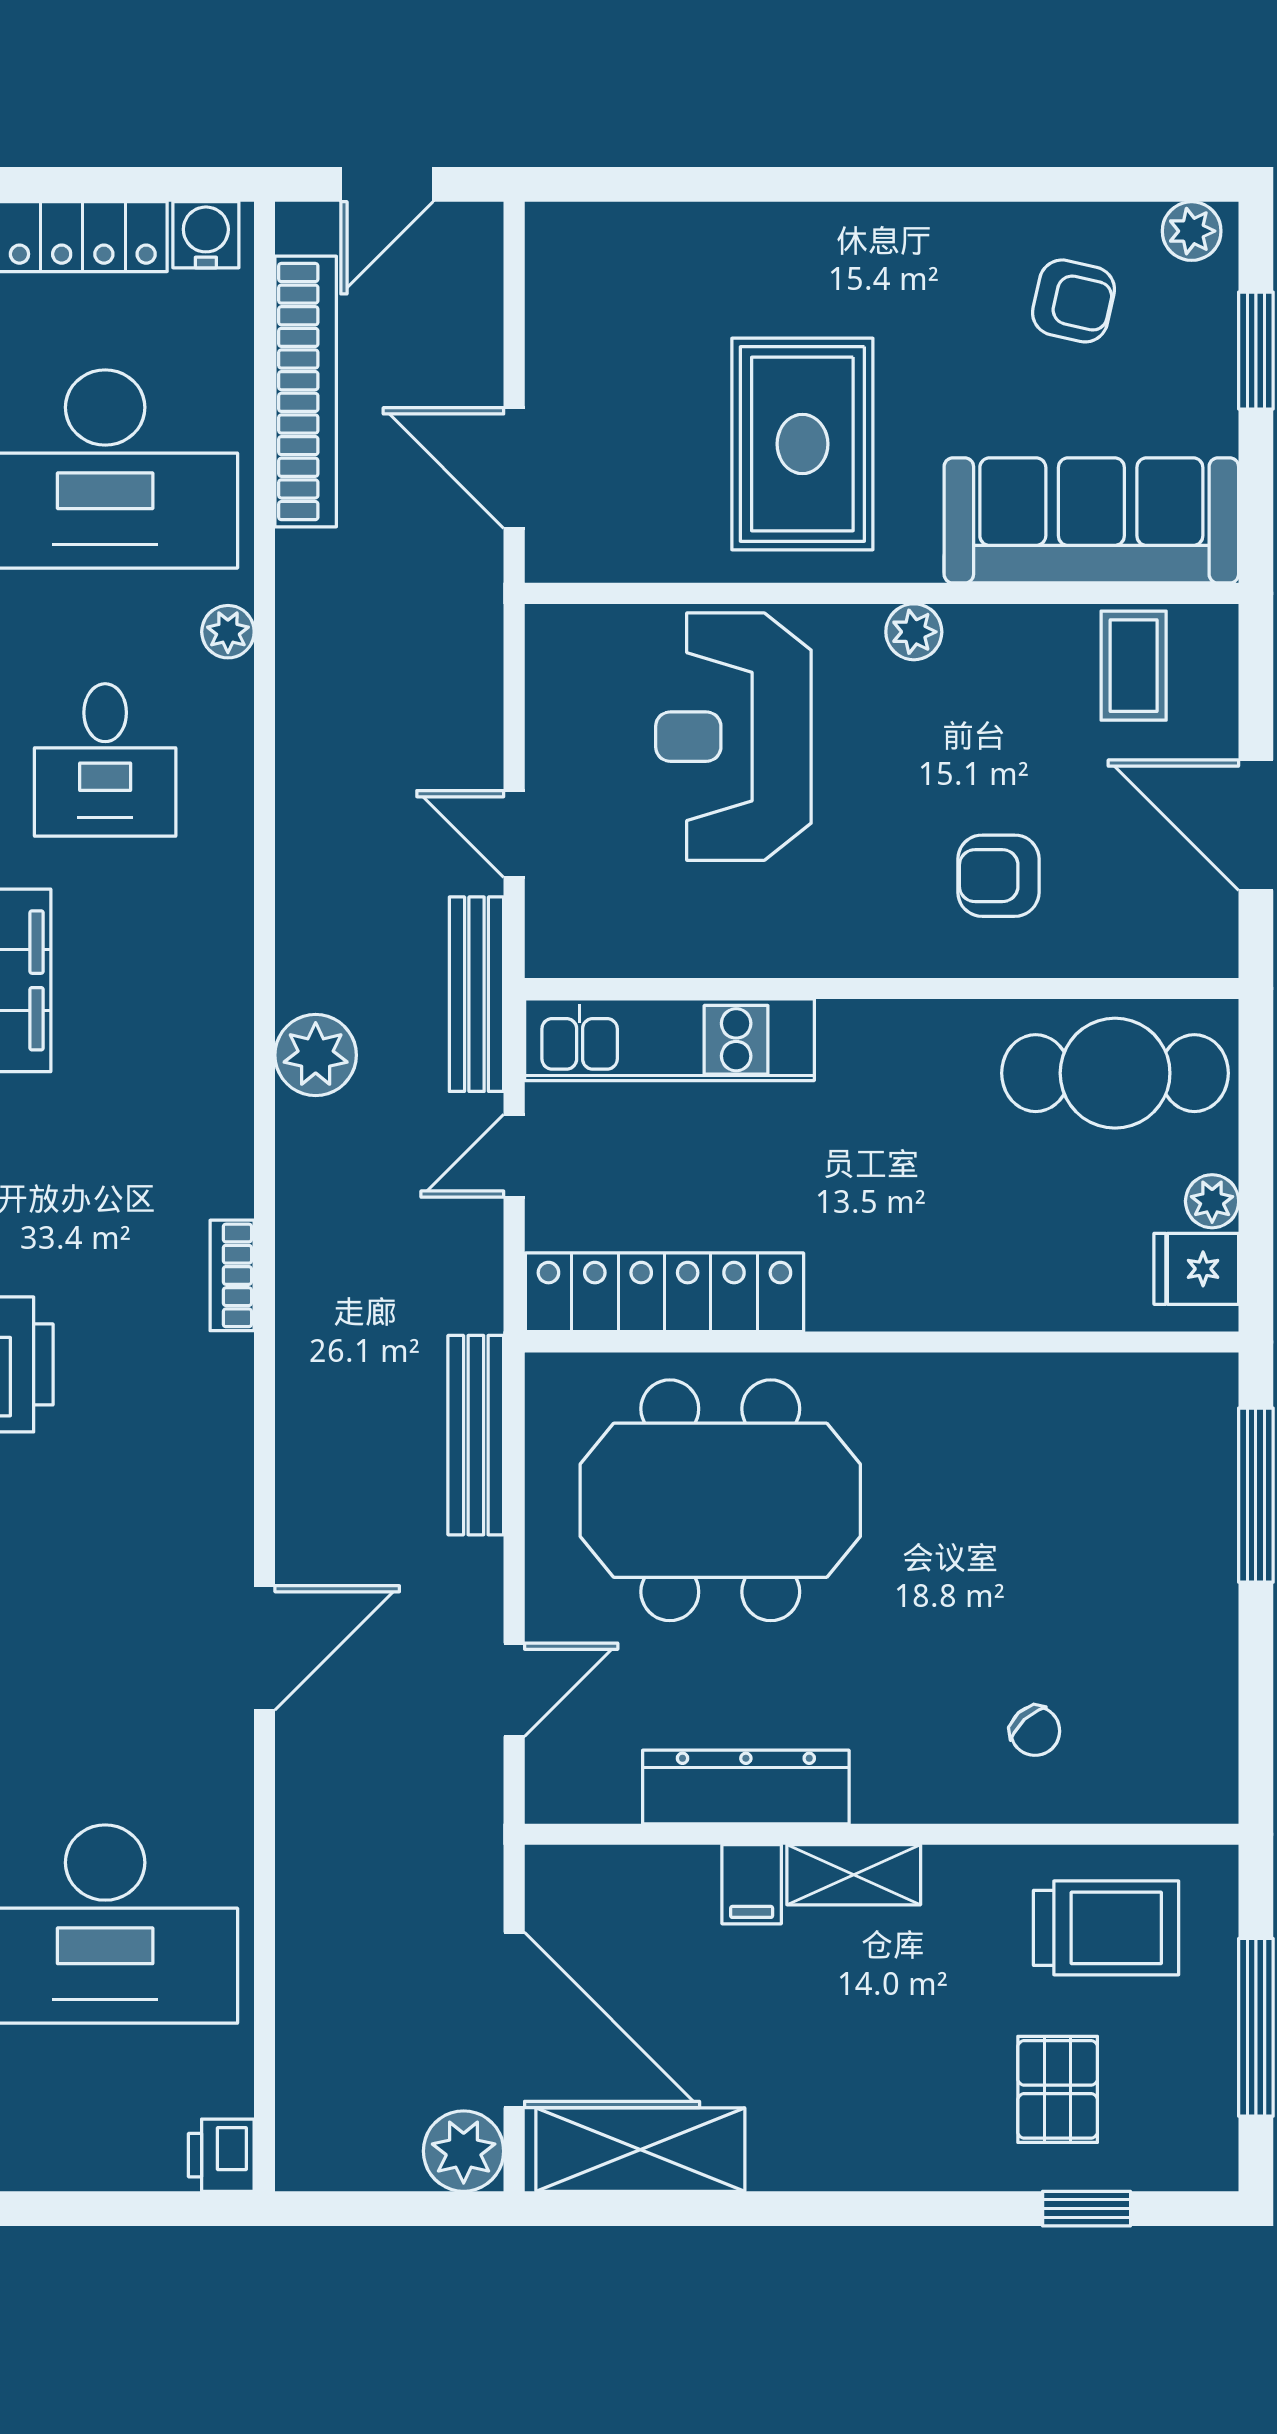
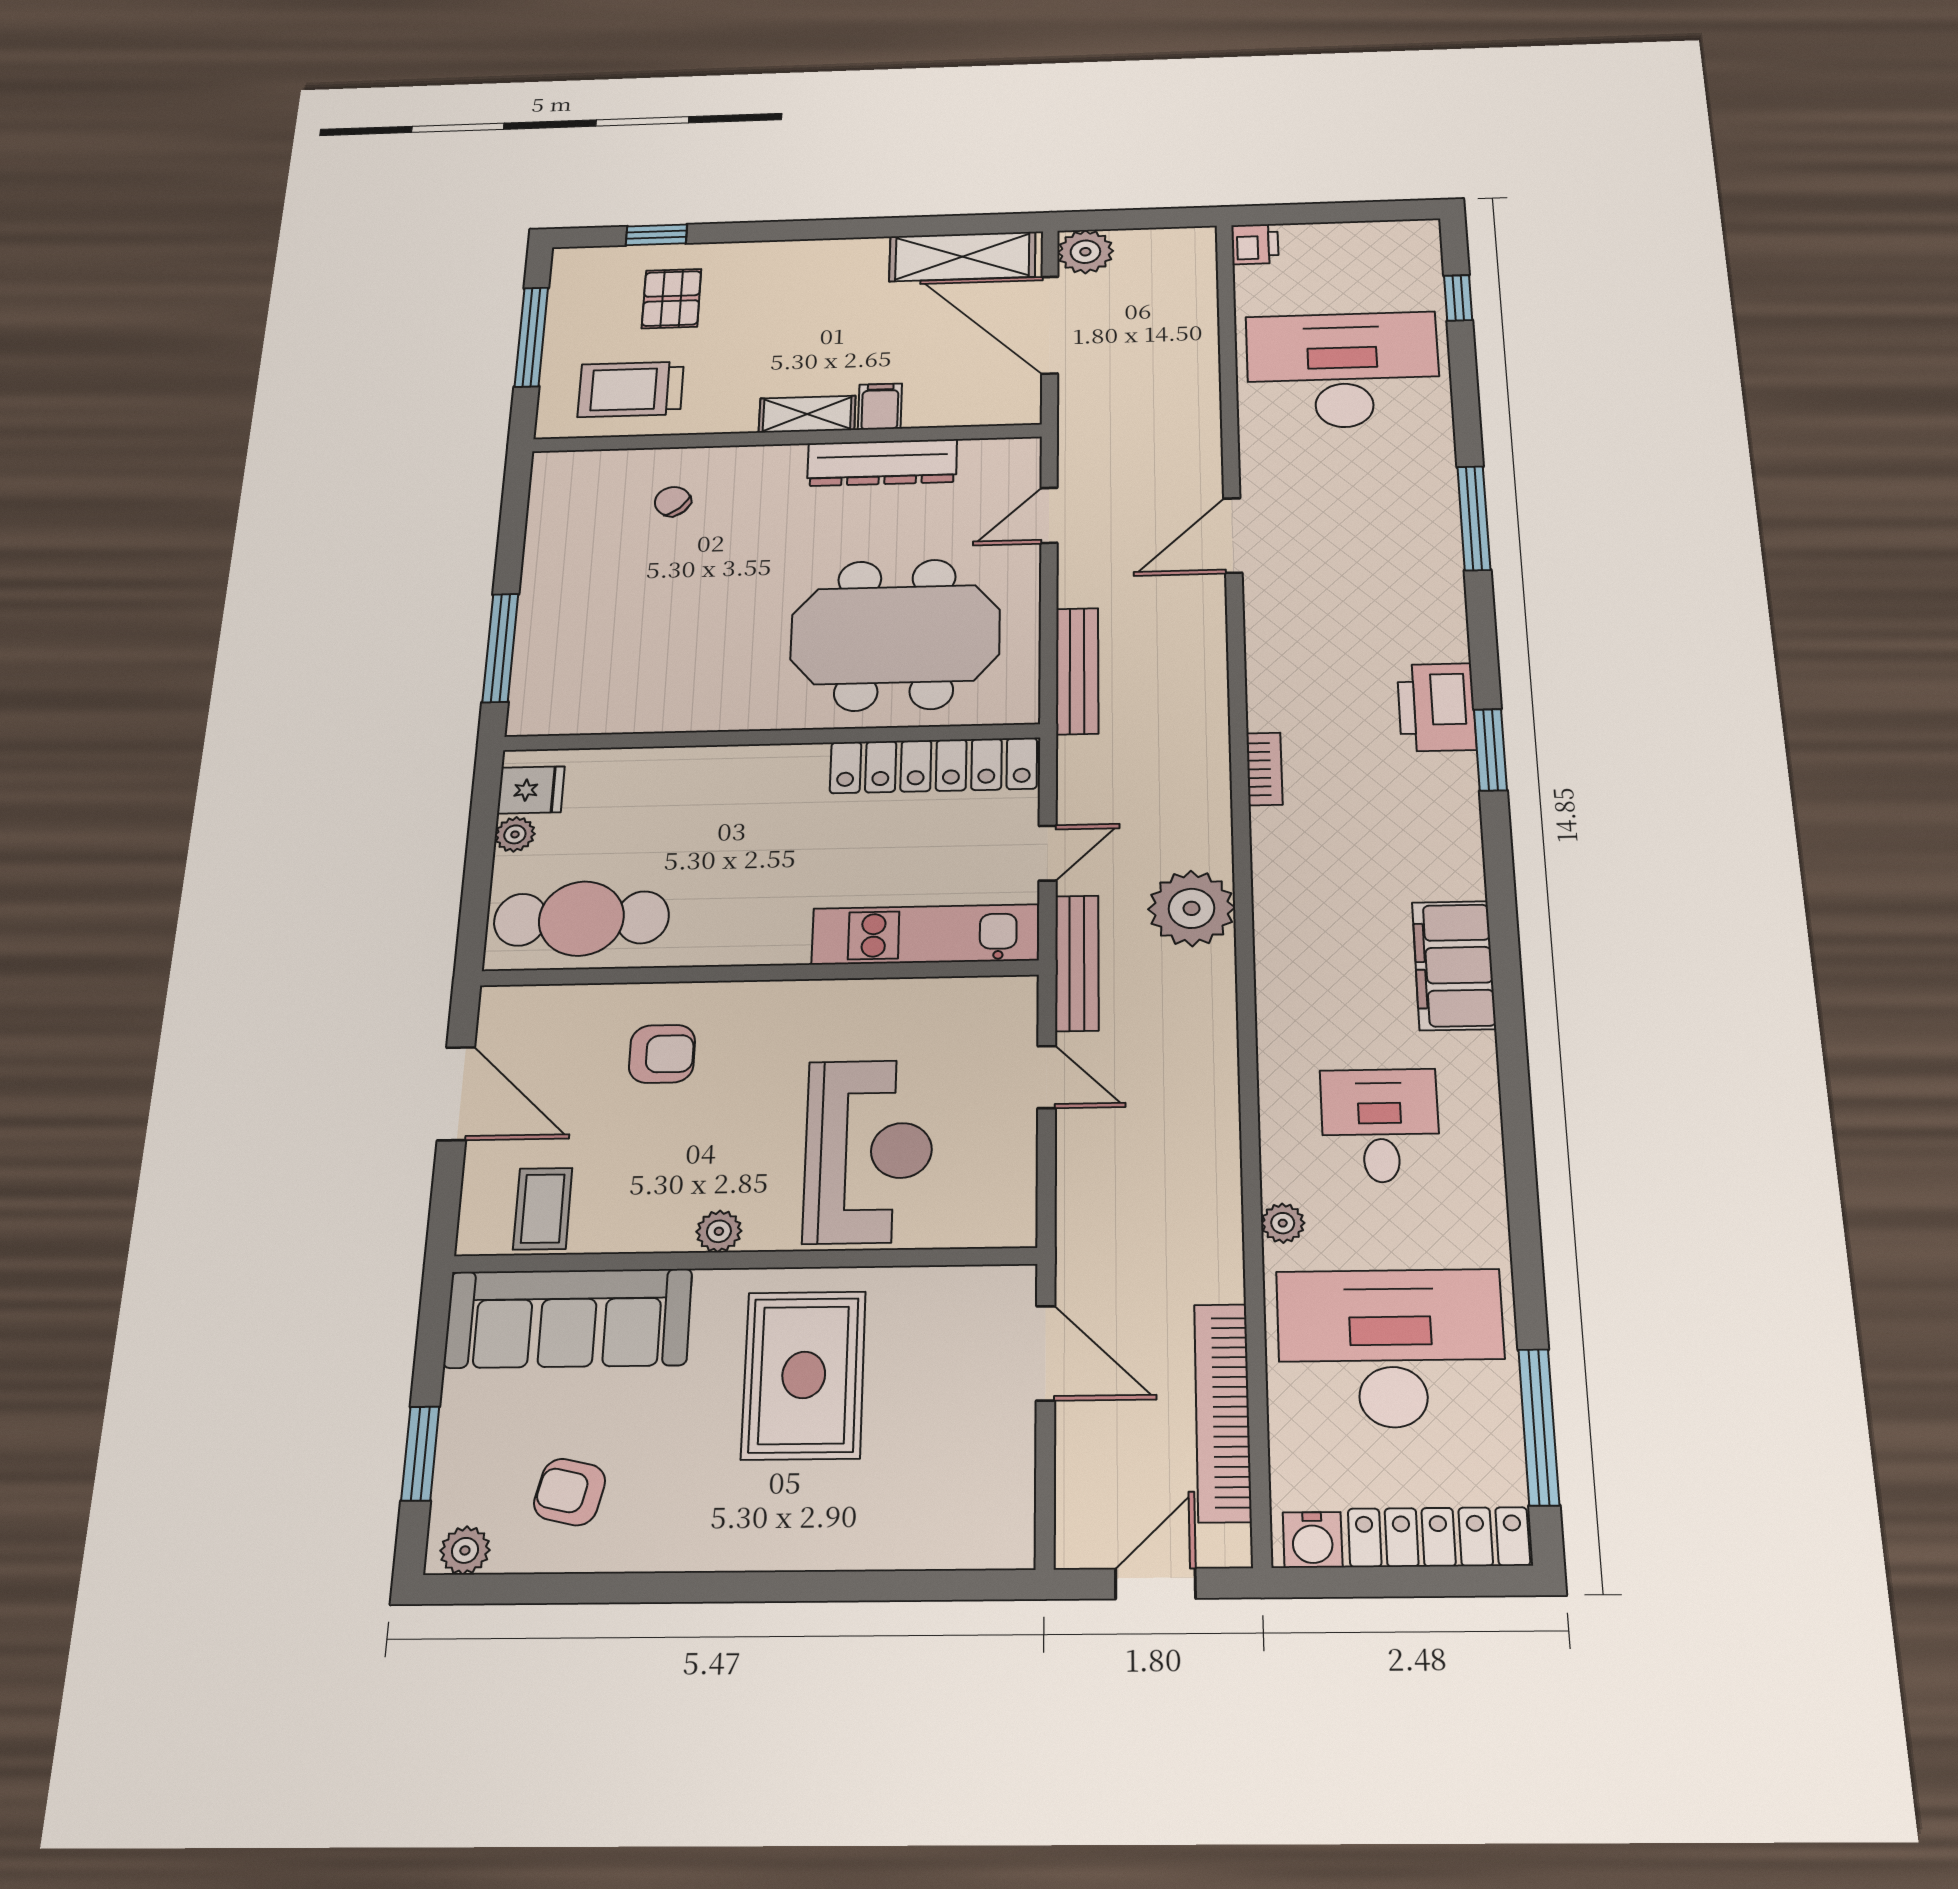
plant: (316, 1055) -> (1192, 908), width x1.36, depth x1.36

